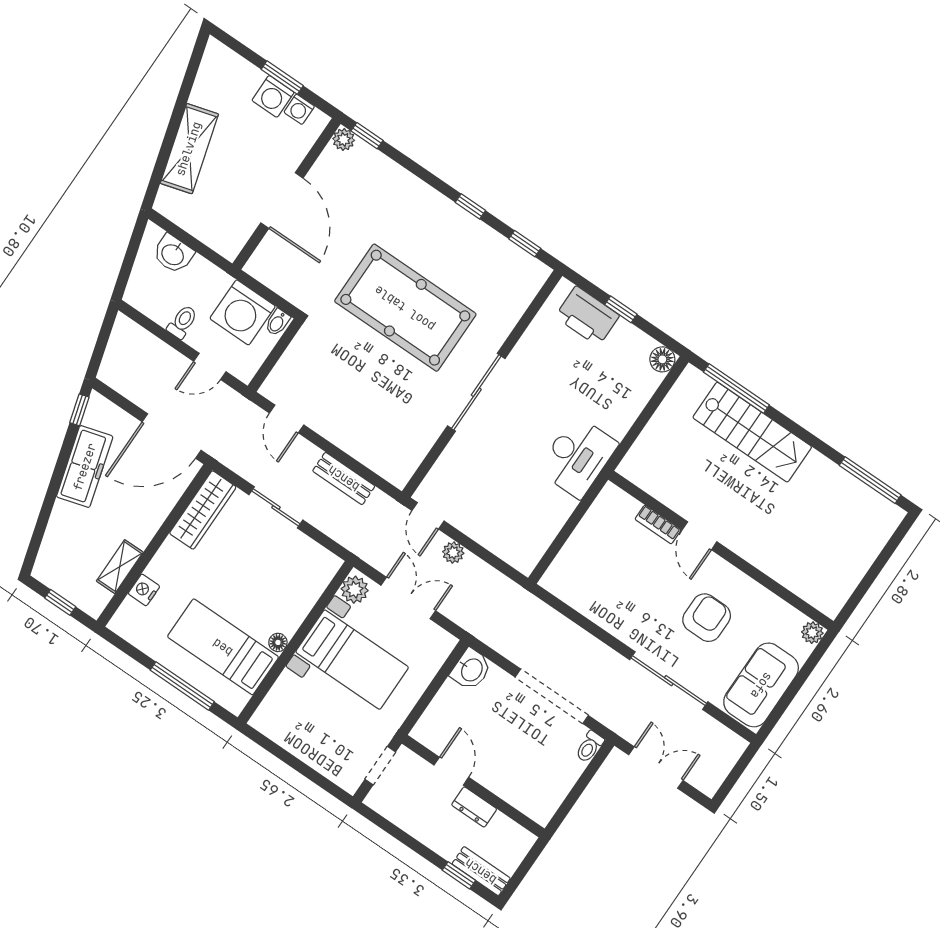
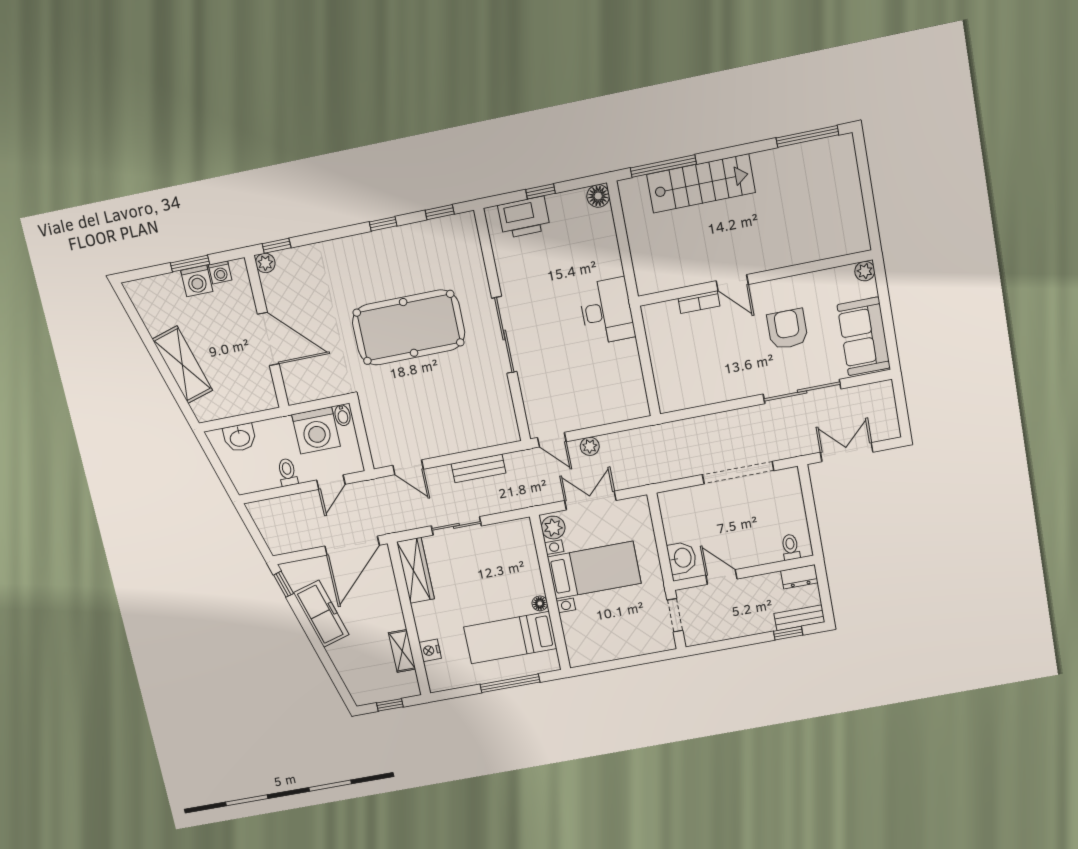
washbasin: (471, 669) -> (682, 558), moved
toilet: (590, 747) -> (790, 547), moved, turned 180
dresser: (474, 807) -> (799, 577), moved

